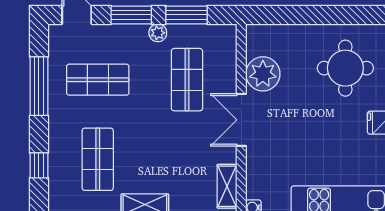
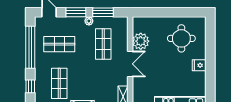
window: (39, 86) -> (30, 47), width x1.46
double door: (241, 120) -> (130, 64), swing flipped

